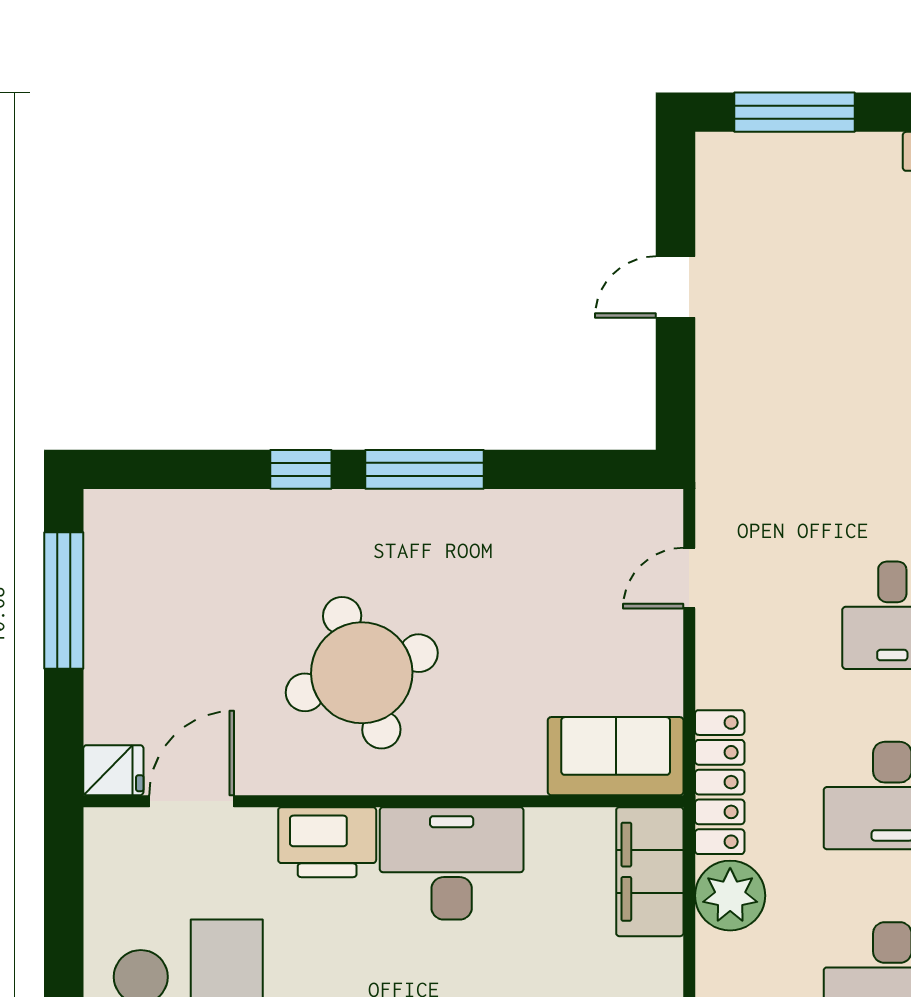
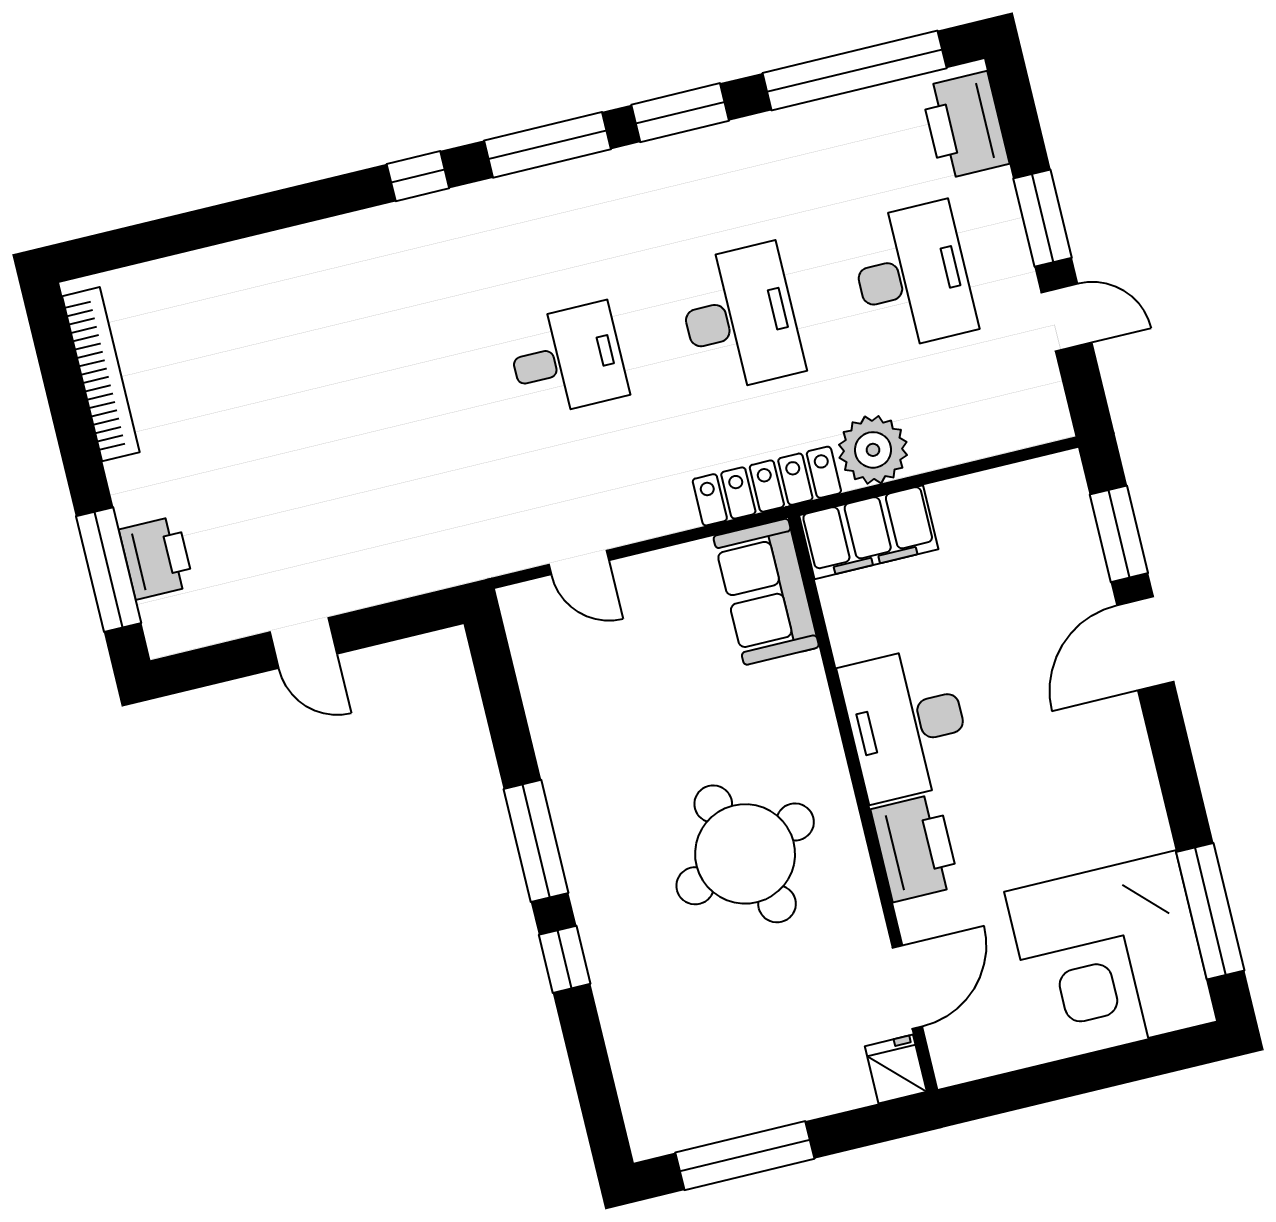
printer: (795, 162) -> (156, 558), added
door: (192, 801) -> (907, 987), swing flipped

